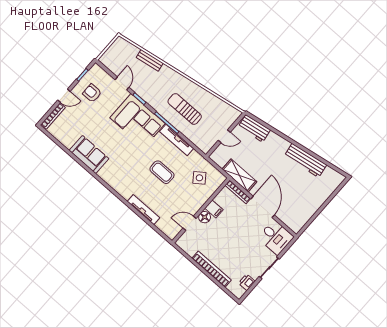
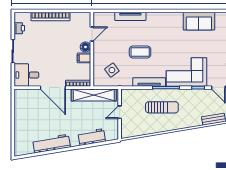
workbench: (254, 128) -> (92, 137), moved
shelving: (239, 175) -> (94, 95), width x1.47

